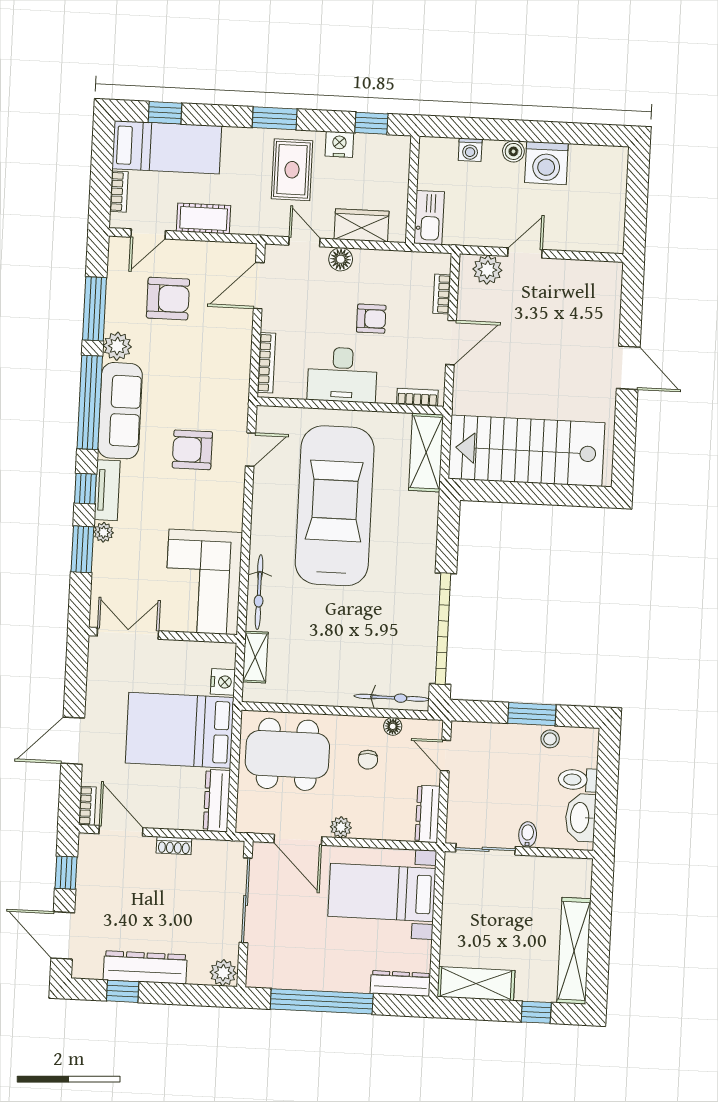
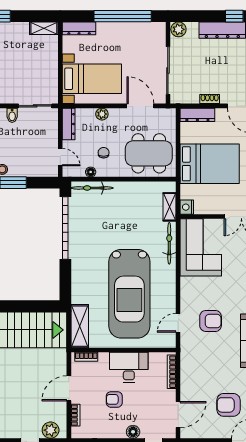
nightstand: (223, 682) -> (187, 207), moved
dresser: (217, 800) -> (197, 115), moved, turned 90
plant: (341, 827) -> (102, 114), moved
shelving: (476, 984) -> (44, 28), width x0.67, depth x0.75

